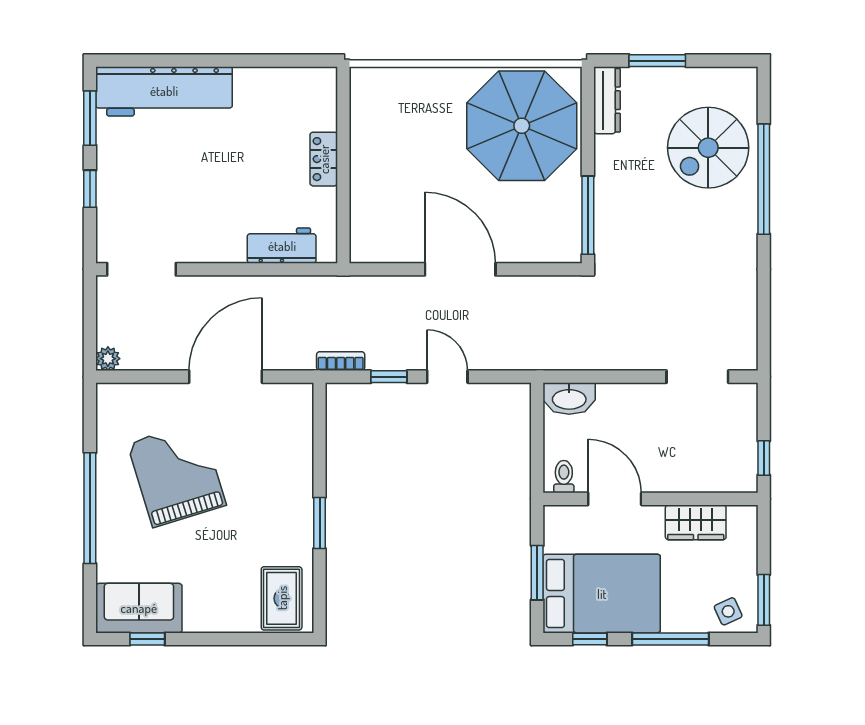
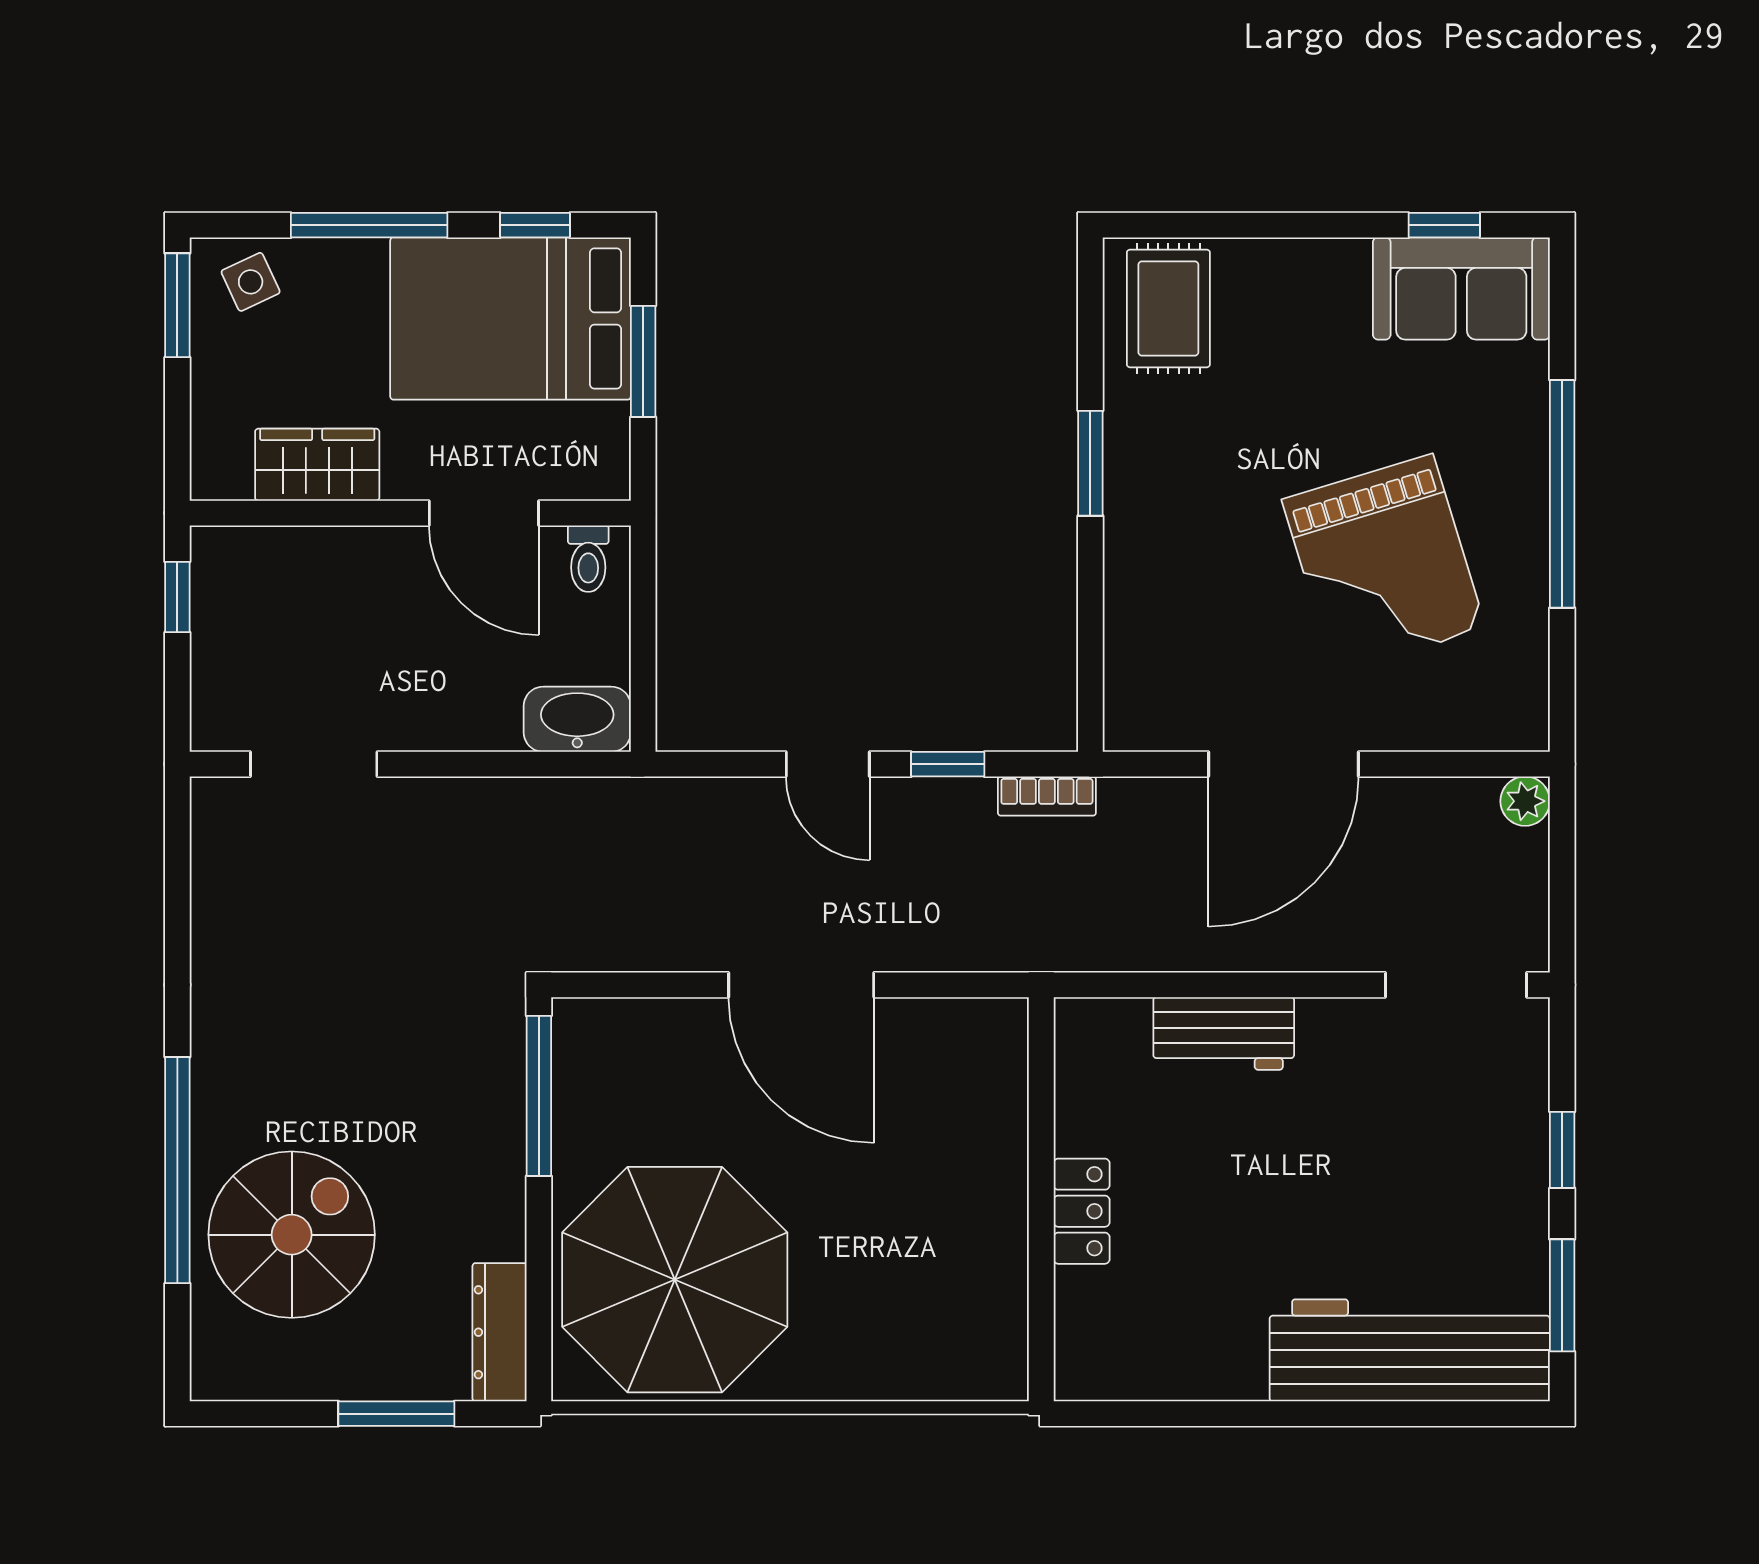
workbench: (282, 246) -> (1224, 1033), moved

